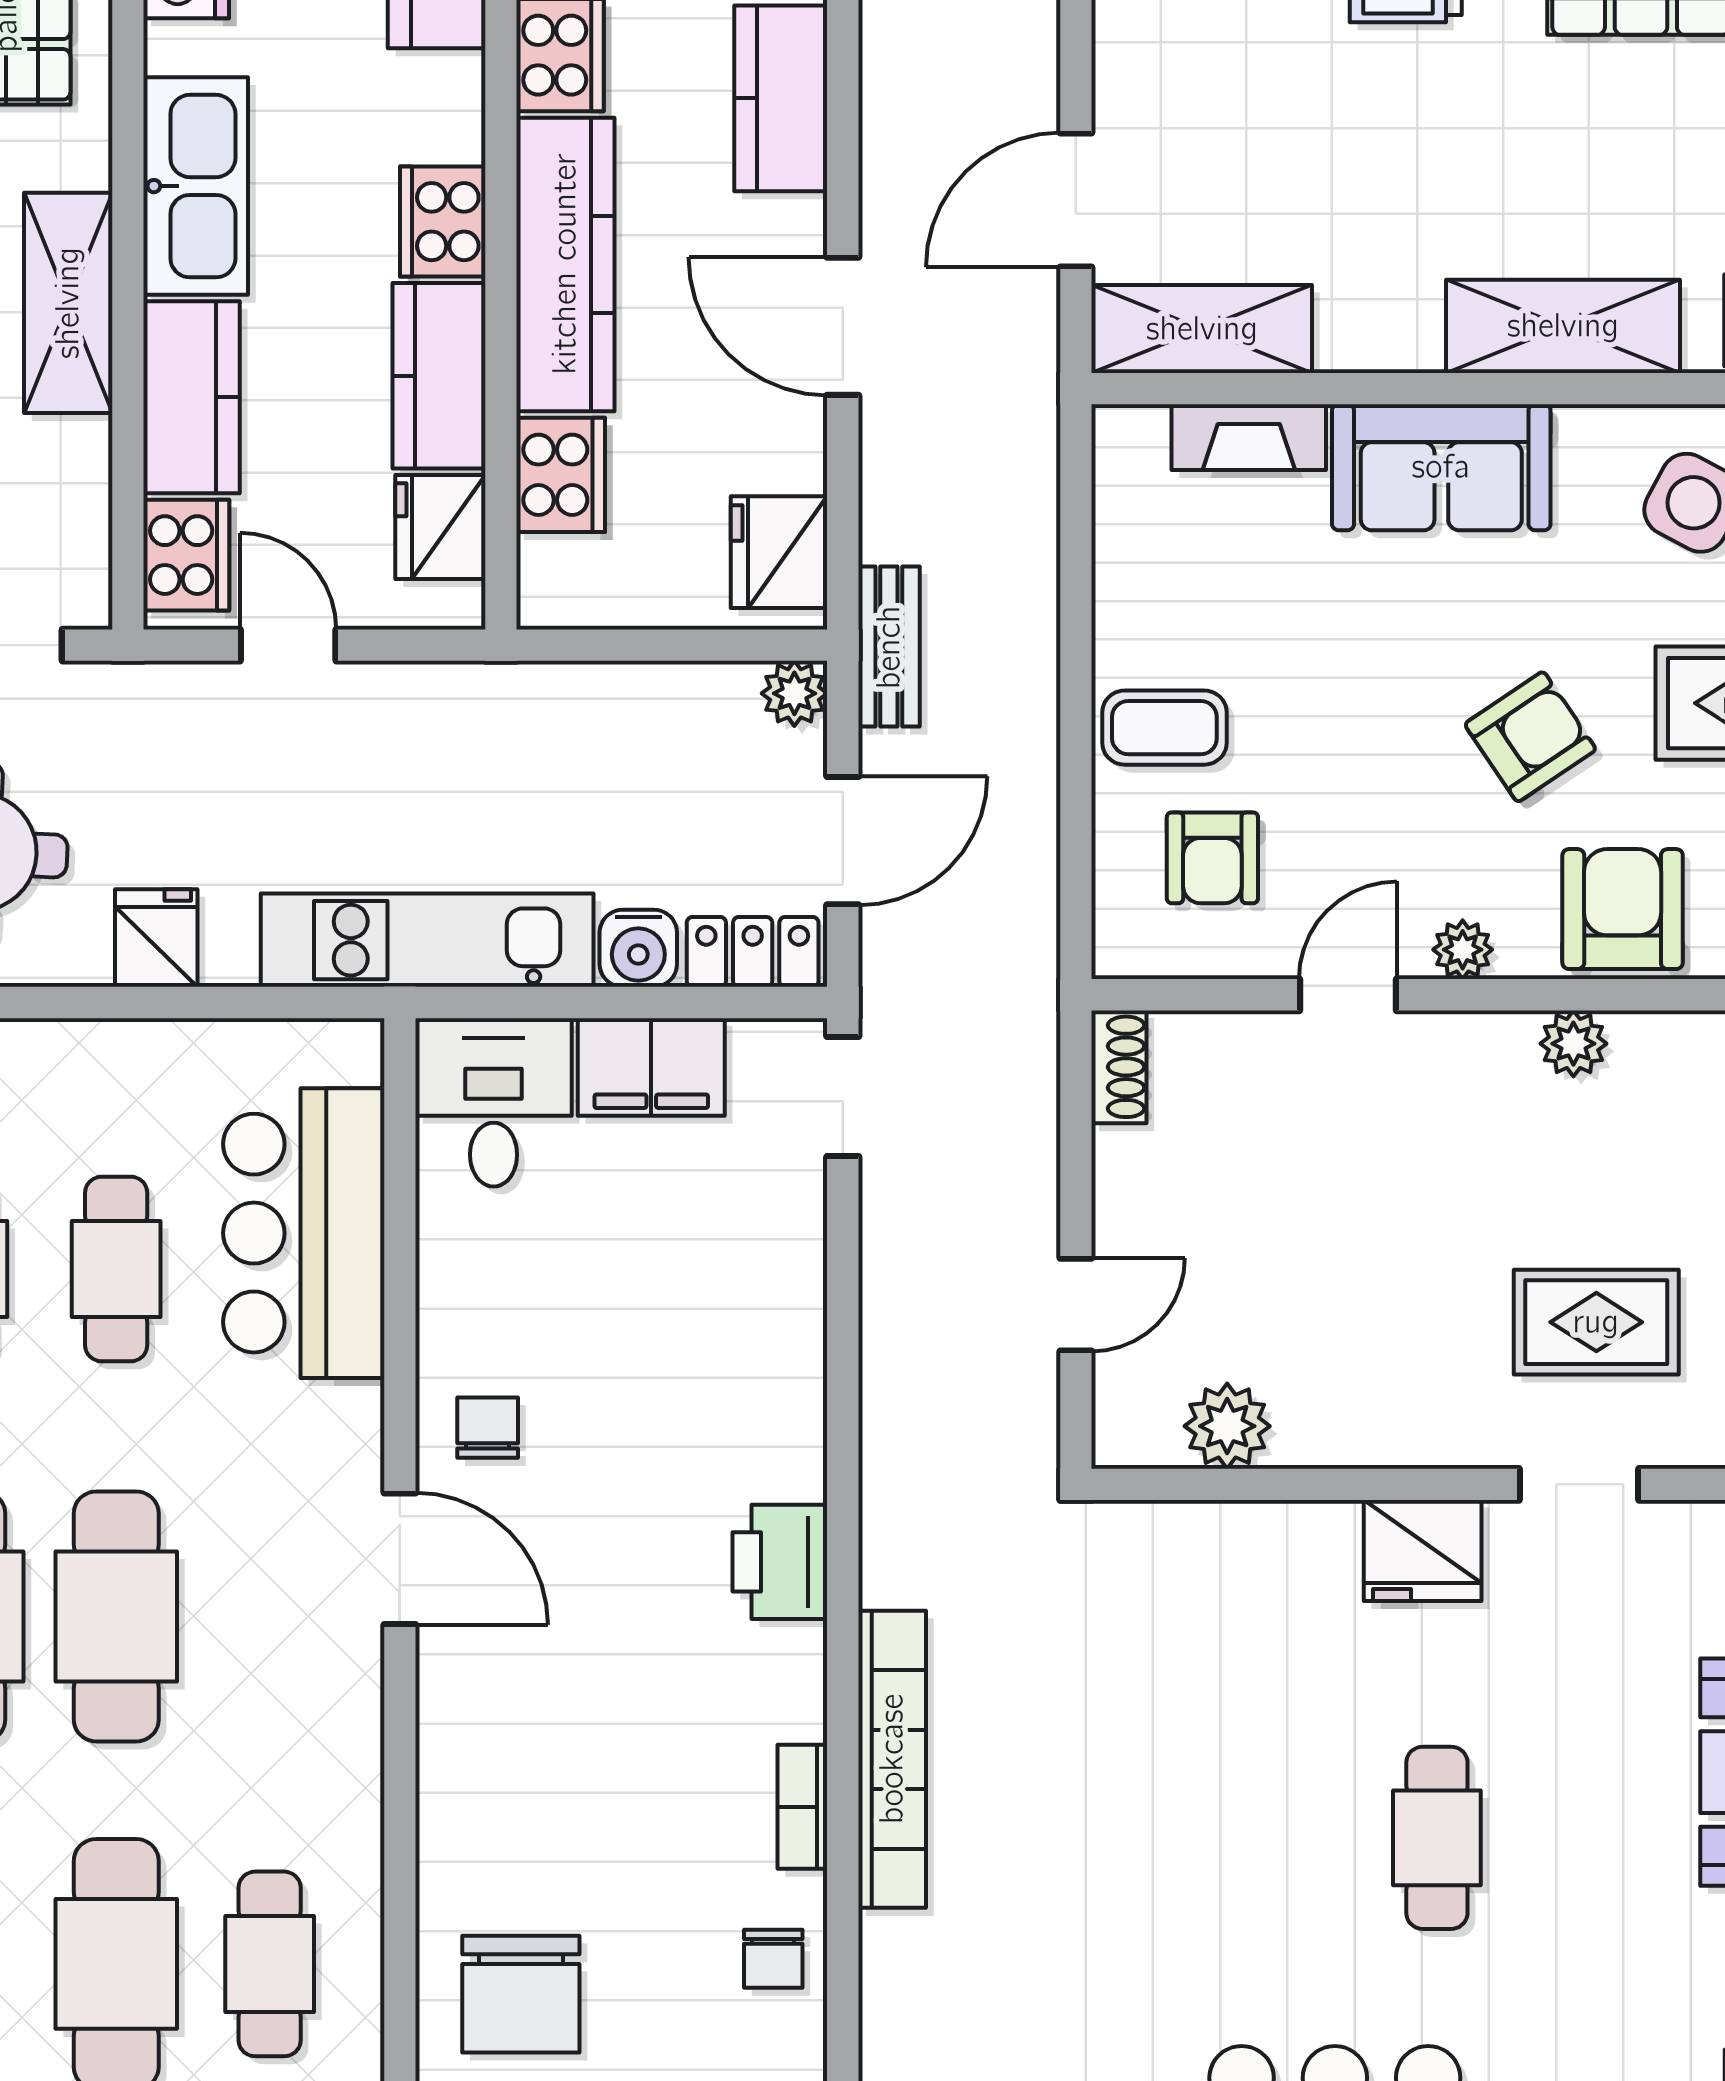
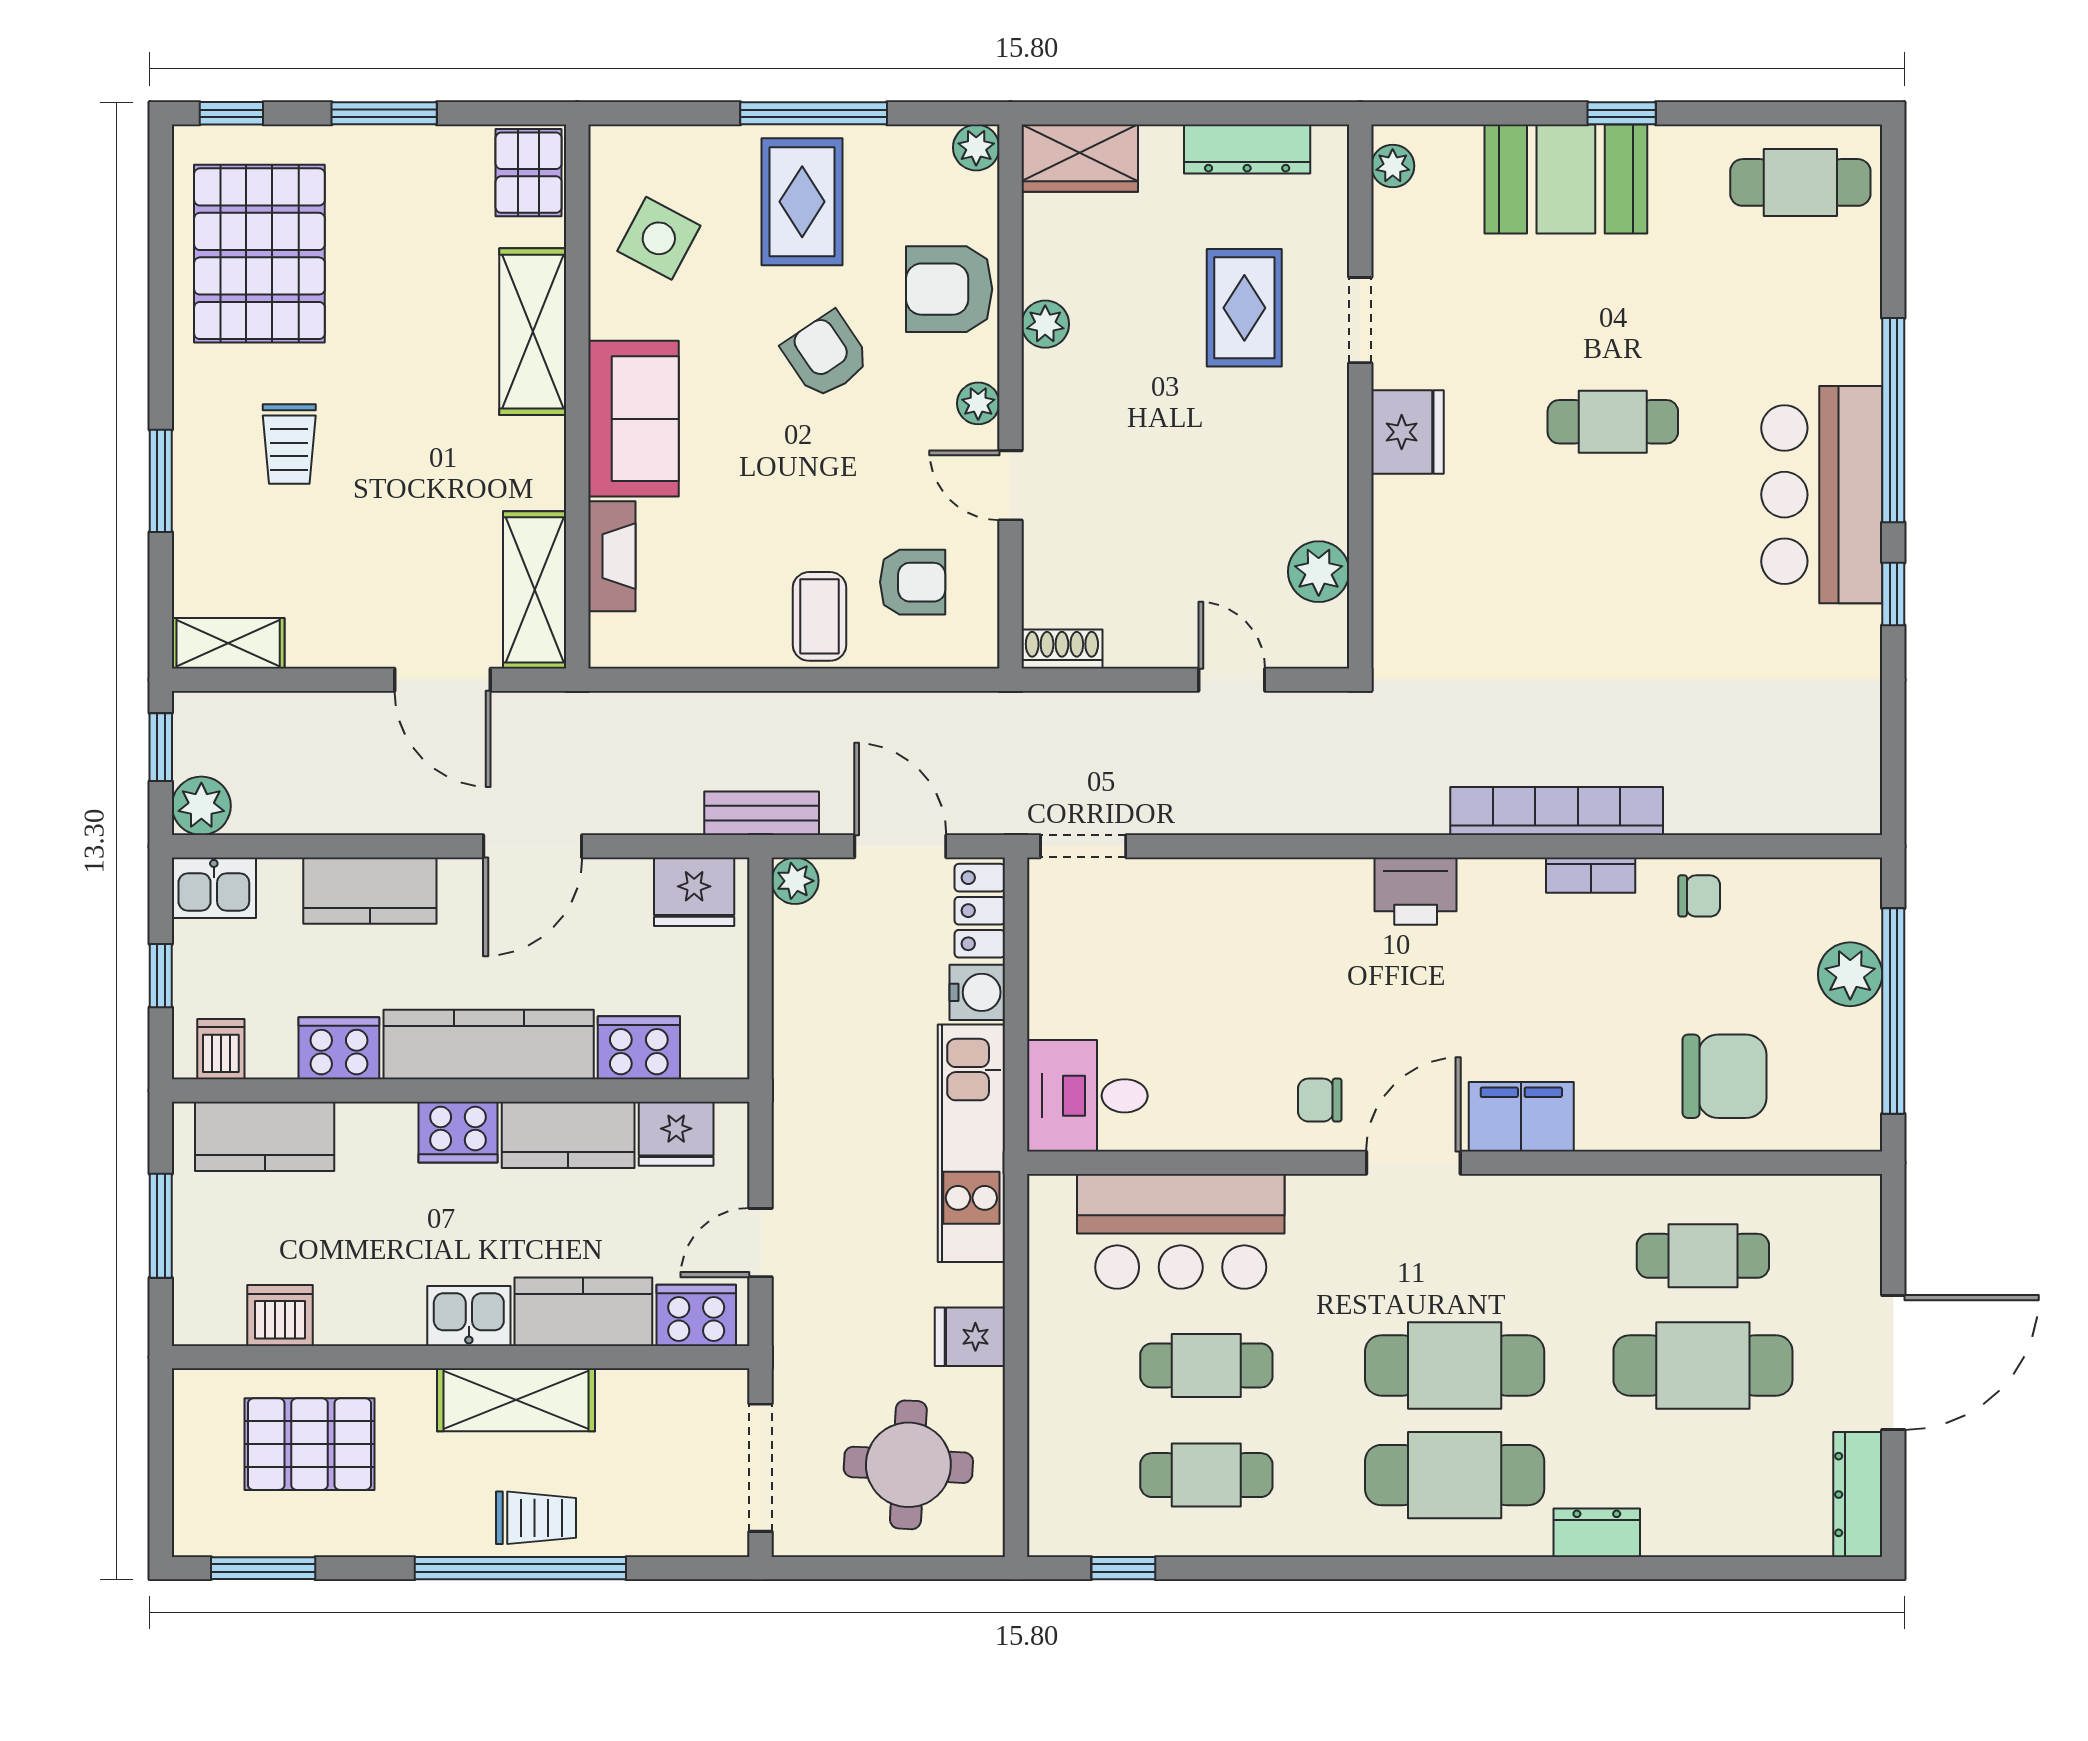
kitchen sink: (196, 186) -> (469, 1316), width x0.53, depth x0.81
filing cabinet: (651, 1067) -> (1521, 1117), moved, turned -90

